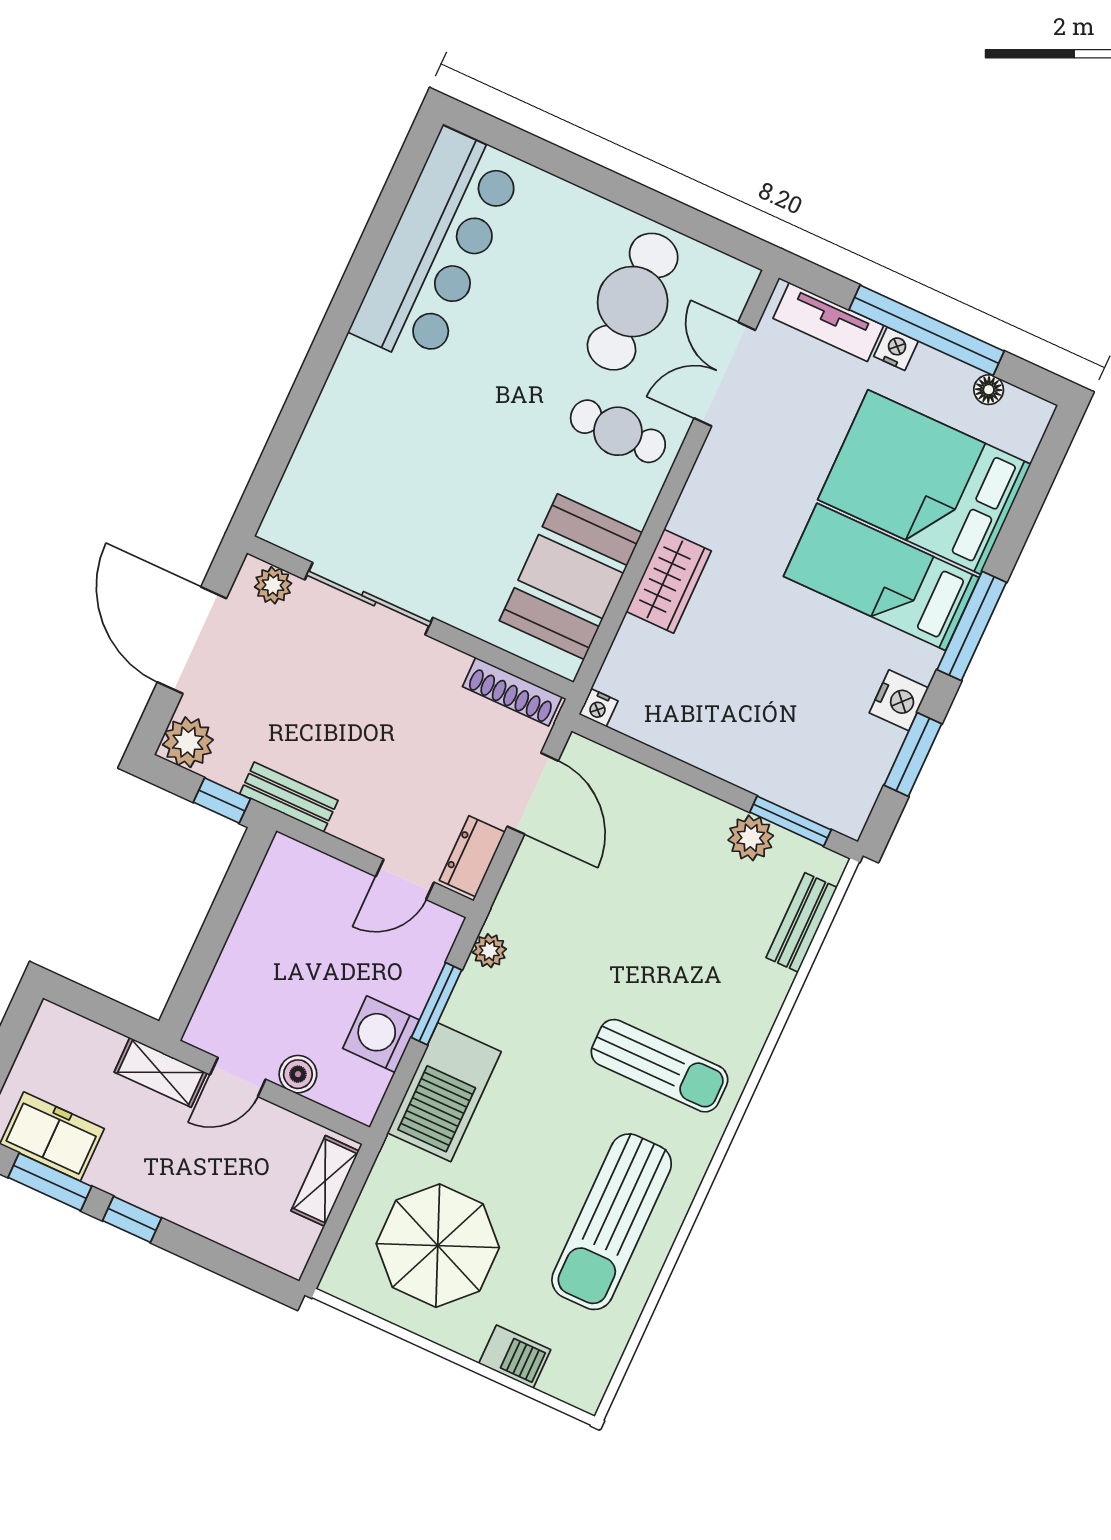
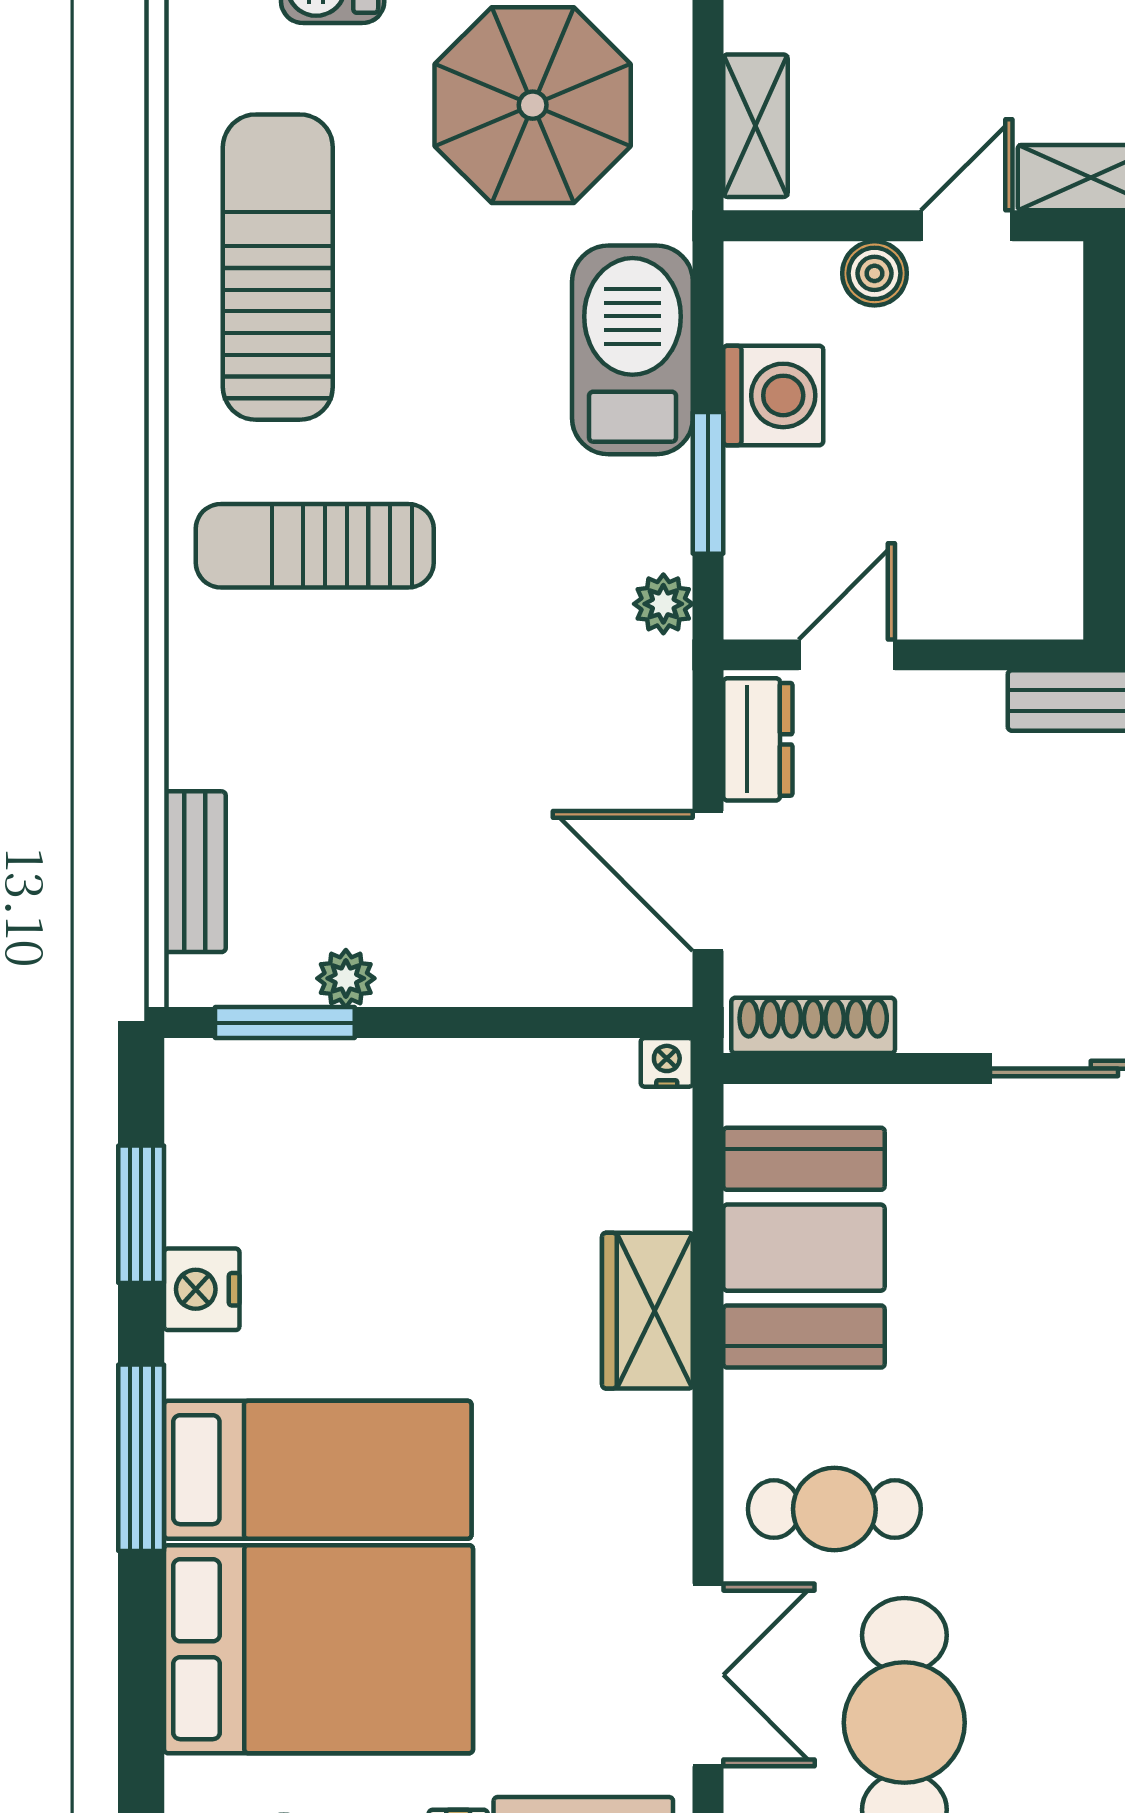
plant: (751, 838) -> (346, 978), width x0.73, depth x0.73

